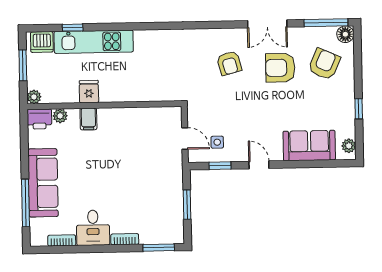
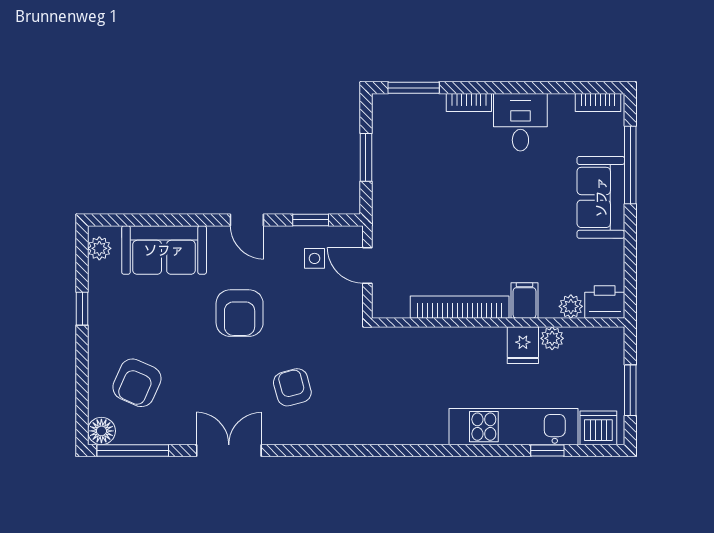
armchair: (280, 68) -> (240, 313), moved, turned 90
plant: (34, 97) -> (552, 338), moved
bookcase: (128, 114) -> (460, 307), added
sofa: (43, 183) -> (601, 197), width x0.73
bookcase: (62, 240) -> (598, 102), moved

